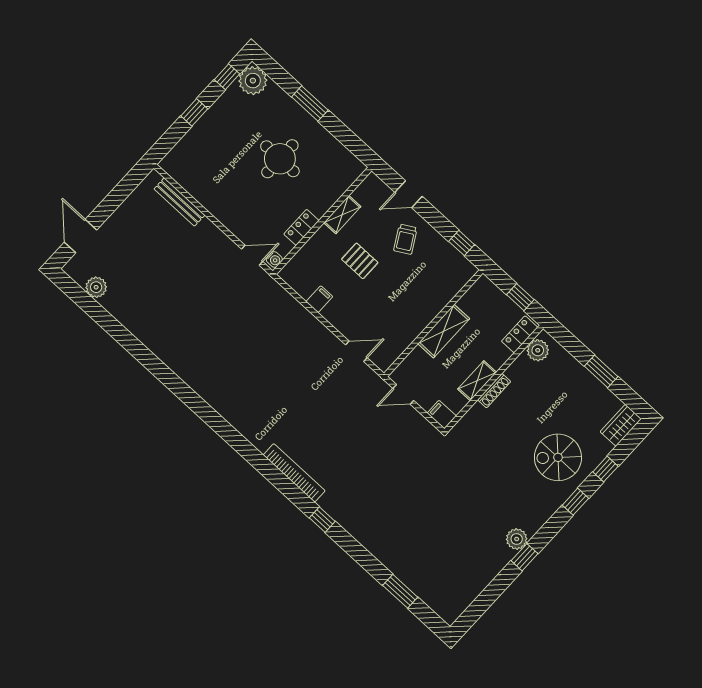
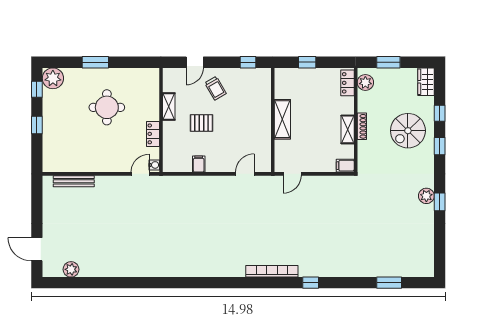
locker: (520, 334) -> (347, 83), moved
plant: (538, 350) -> (365, 82), moved
wall: (494, 379) -> (356, 120), moved
shelving: (477, 381) -> (348, 129), moved
shoe rack: (494, 391) -> (362, 126), moved
filing cabinet: (442, 415) -> (345, 166), moved

